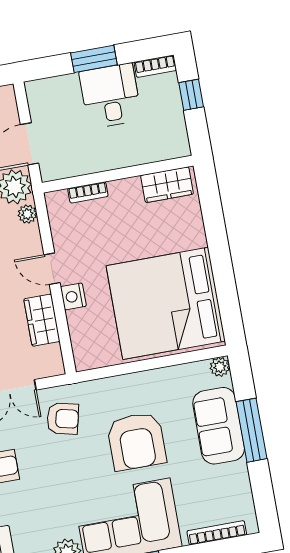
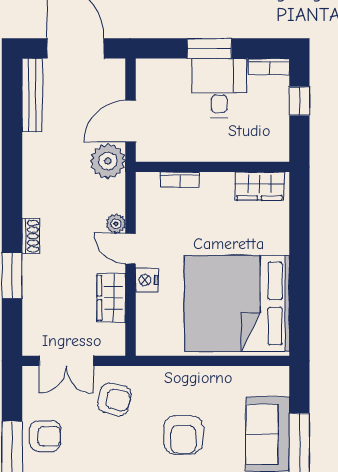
plant: (27, 214) -> (116, 224), moved
plant: (220, 367) -> (279, 376), removed
armchair: (136, 441) -> (183, 435), width x0.73, depth x0.73

